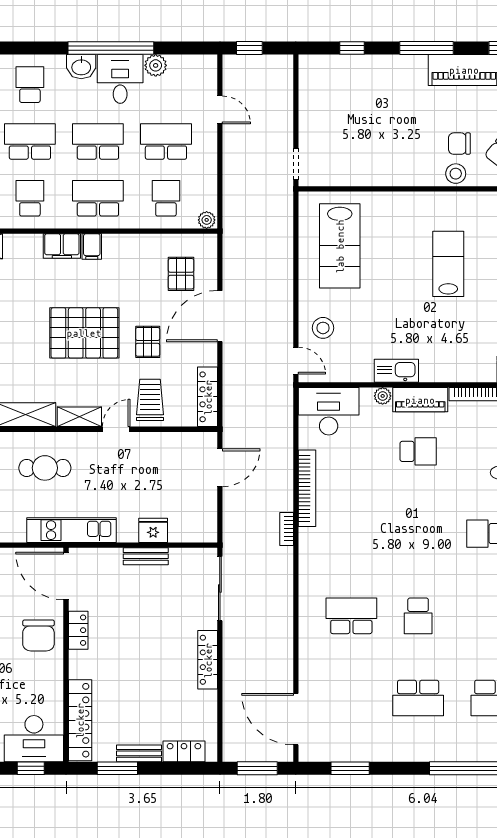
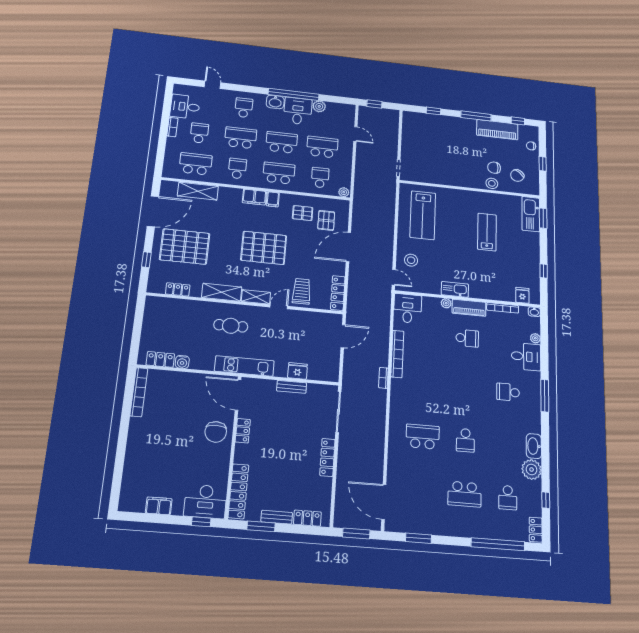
pallet: (148, 342) -> (303, 213), moved, turned 90
desk: (329, 411) -> (408, 308), width x0.73

